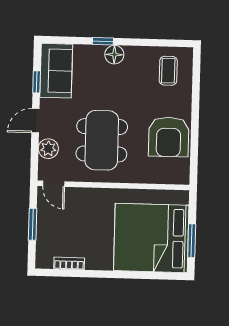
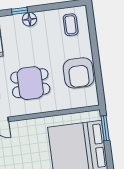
dining table: (102, 140) -> (30, 83), width x0.73
window: (192, 241) -> (105, 128), moved

